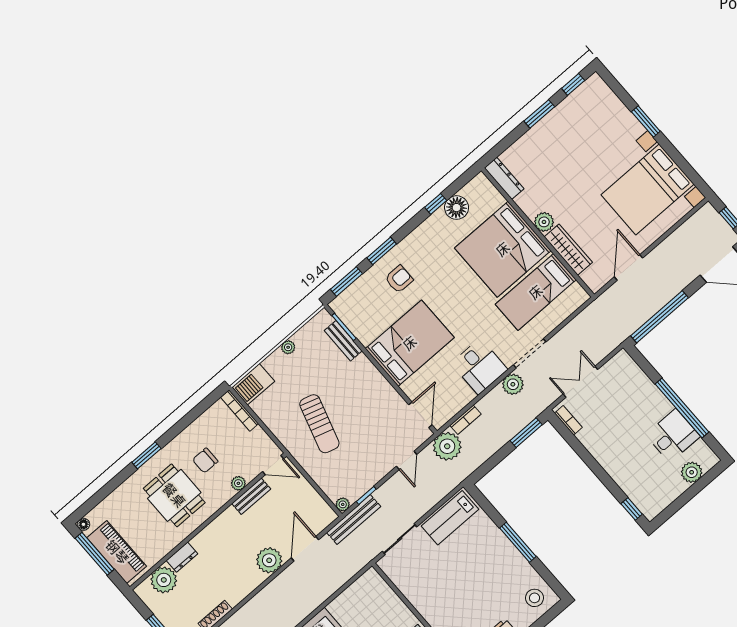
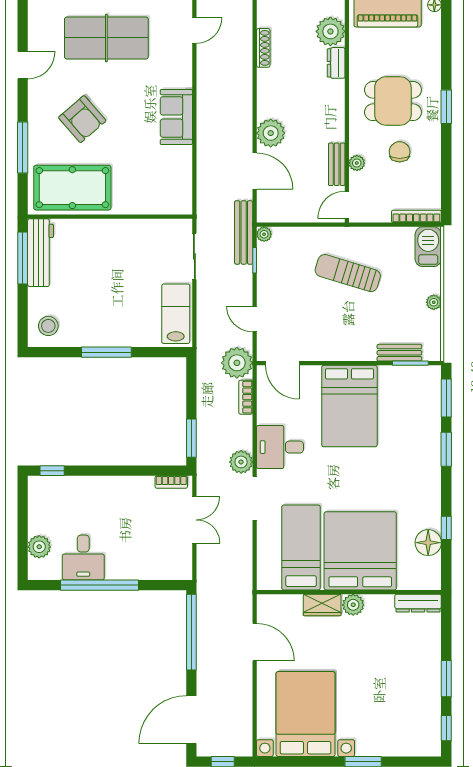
wardrobe: (568, 250) -> (322, 605), width x0.67
armchair: (399, 279) -> (410, 443), removed

